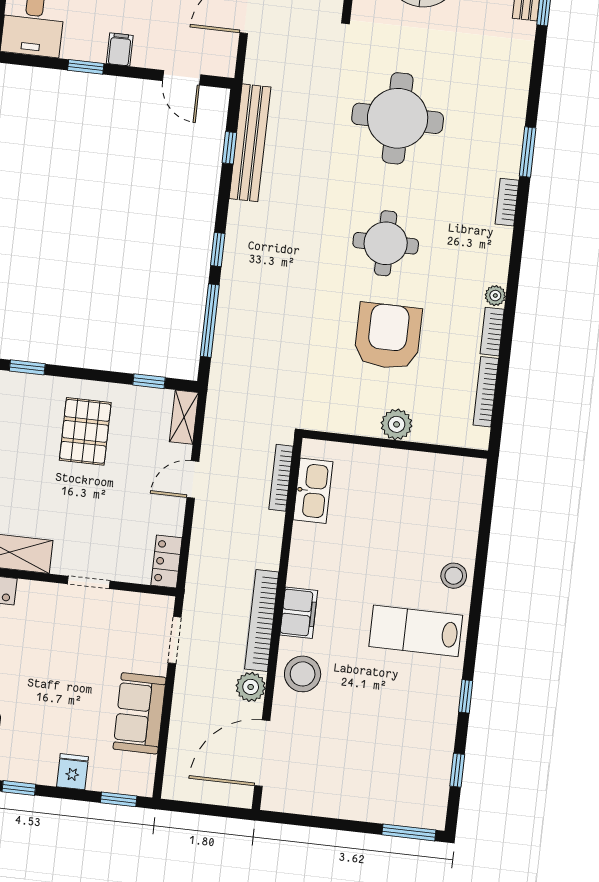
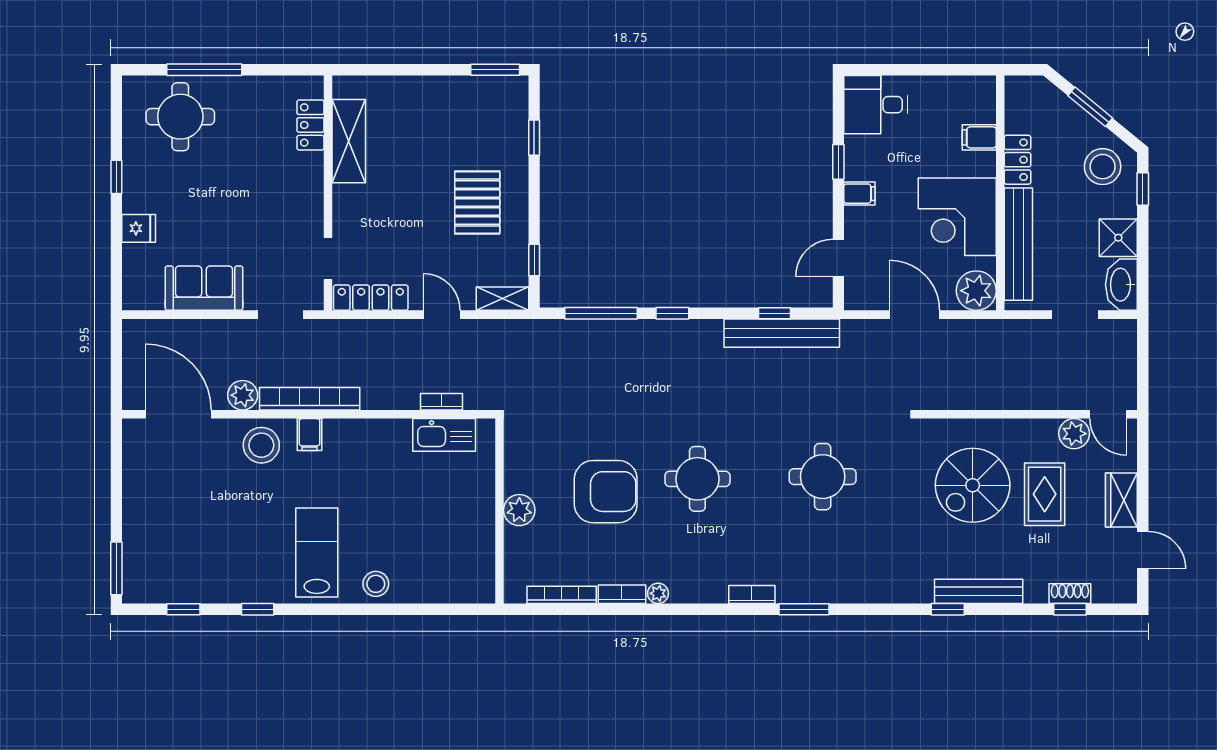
round table: (398, 118) -> (823, 477), width x0.73, depth x0.73
pallet: (85, 431) -> (477, 203), turned 90
bookcase: (281, 478) -> (442, 402), width x0.64
locker: (166, 561) -> (371, 298), width x1.53
doorway: (89, 582) -> (328, 259), moved
filing cabinet: (299, 613) -> (309, 434), width x0.50
window: (119, 799) -> (116, 277), removed

